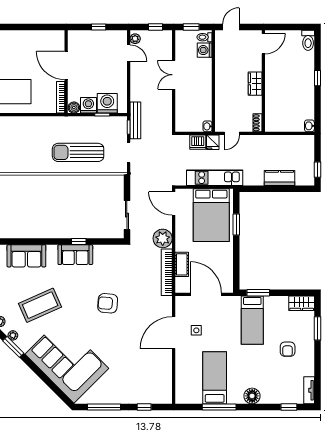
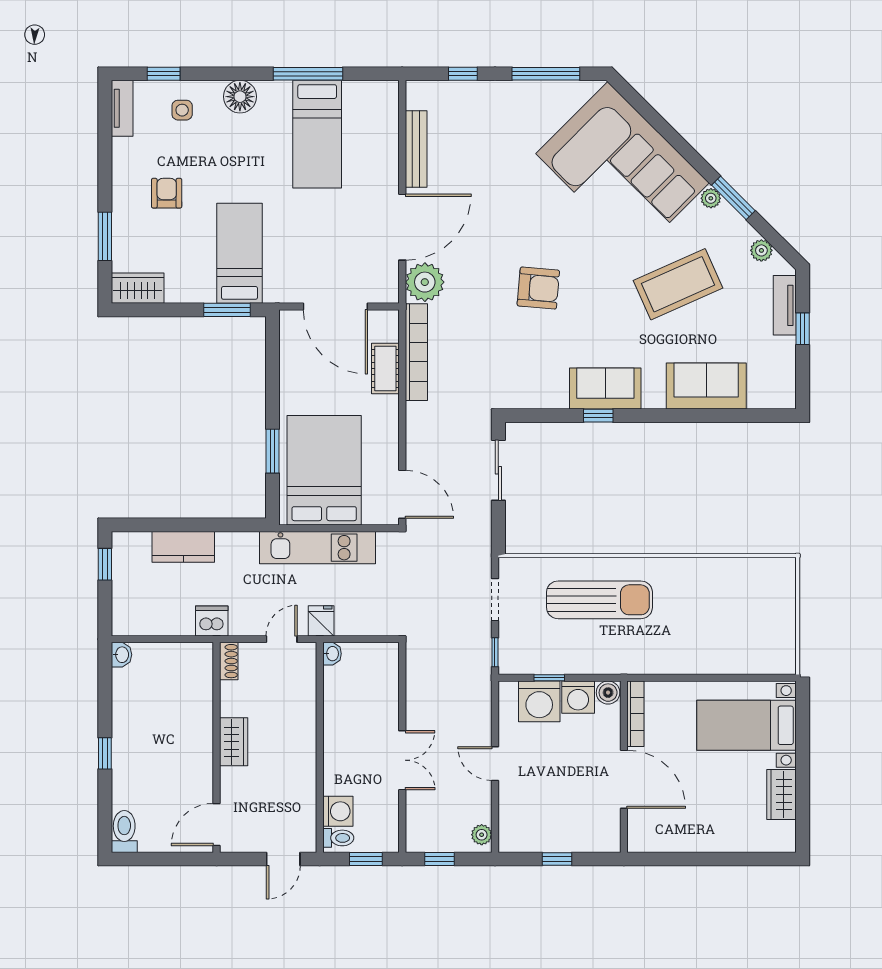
door: (129, 53) -> (495, 764), moved
bench: (135, 120) -> (416, 149), moved
dishwasher: (198, 142) -> (212, 621), moved
plant: (163, 238) -> (425, 282), moved
side table: (196, 330) -> (182, 110), moved
plant: (13, 335) -> (711, 198), moved

